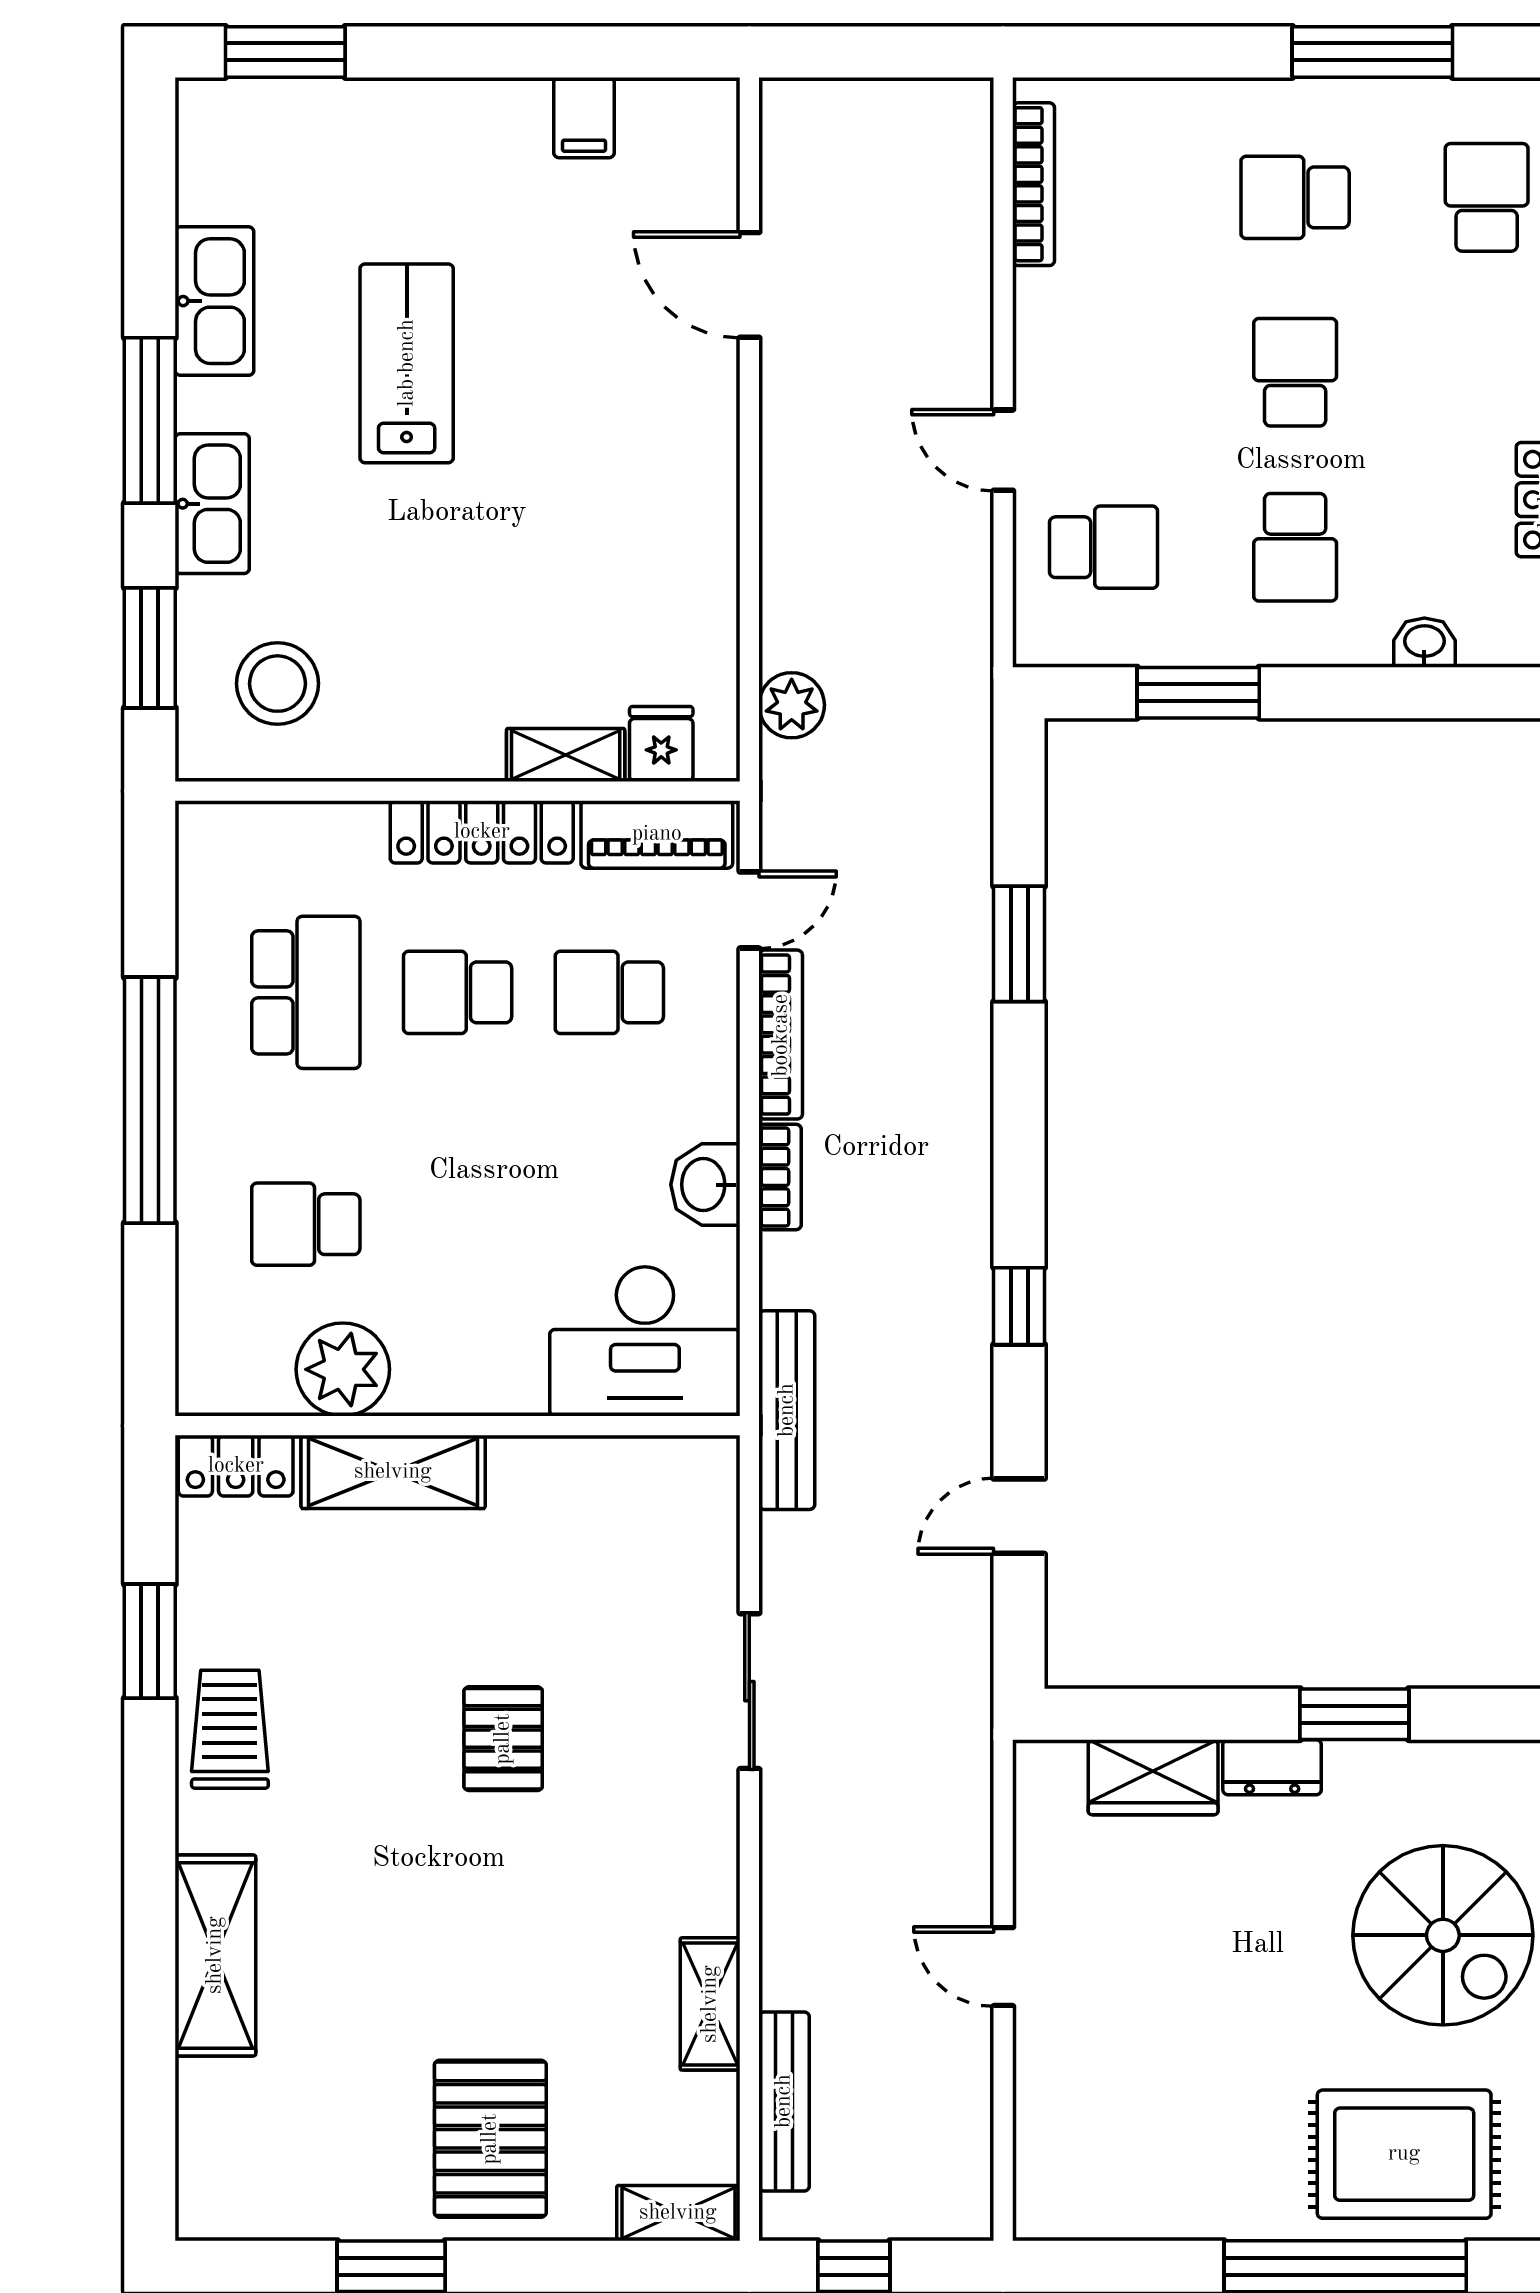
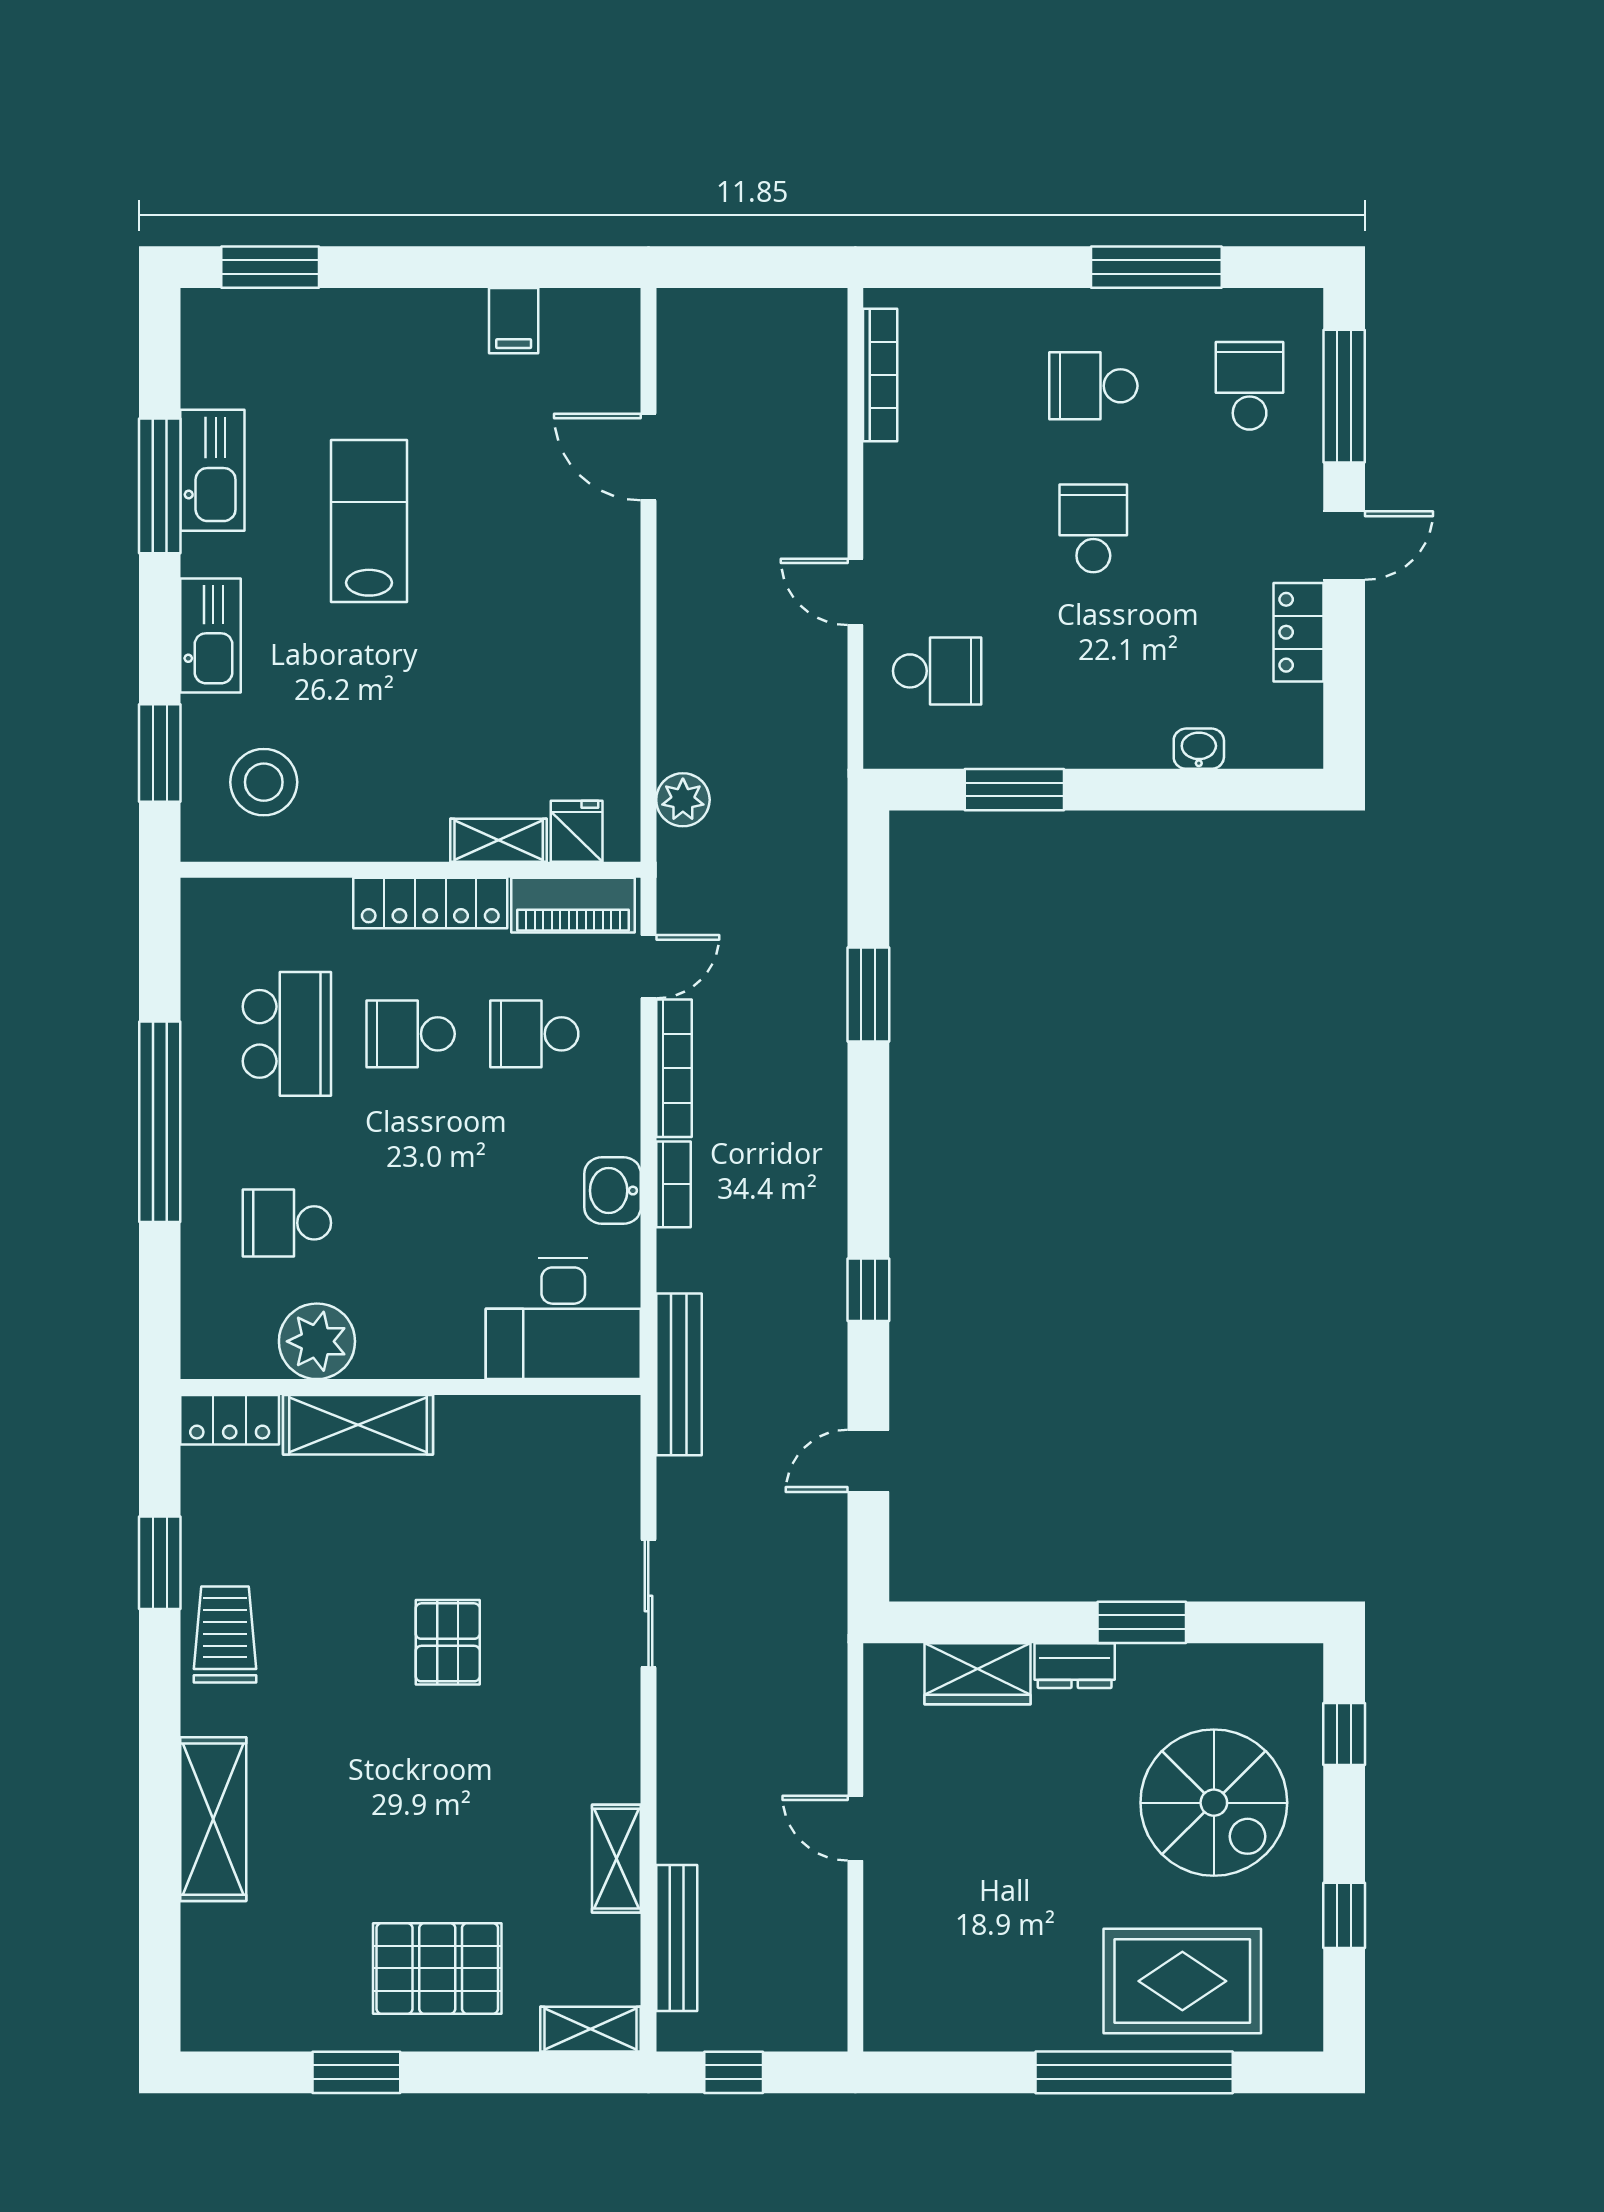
window: (150, 420) -> (160, 486), moved
school desk: (1295, 547) -> (1093, 671), removed
pallet: (490, 2139) -> (437, 1968), turned 90

